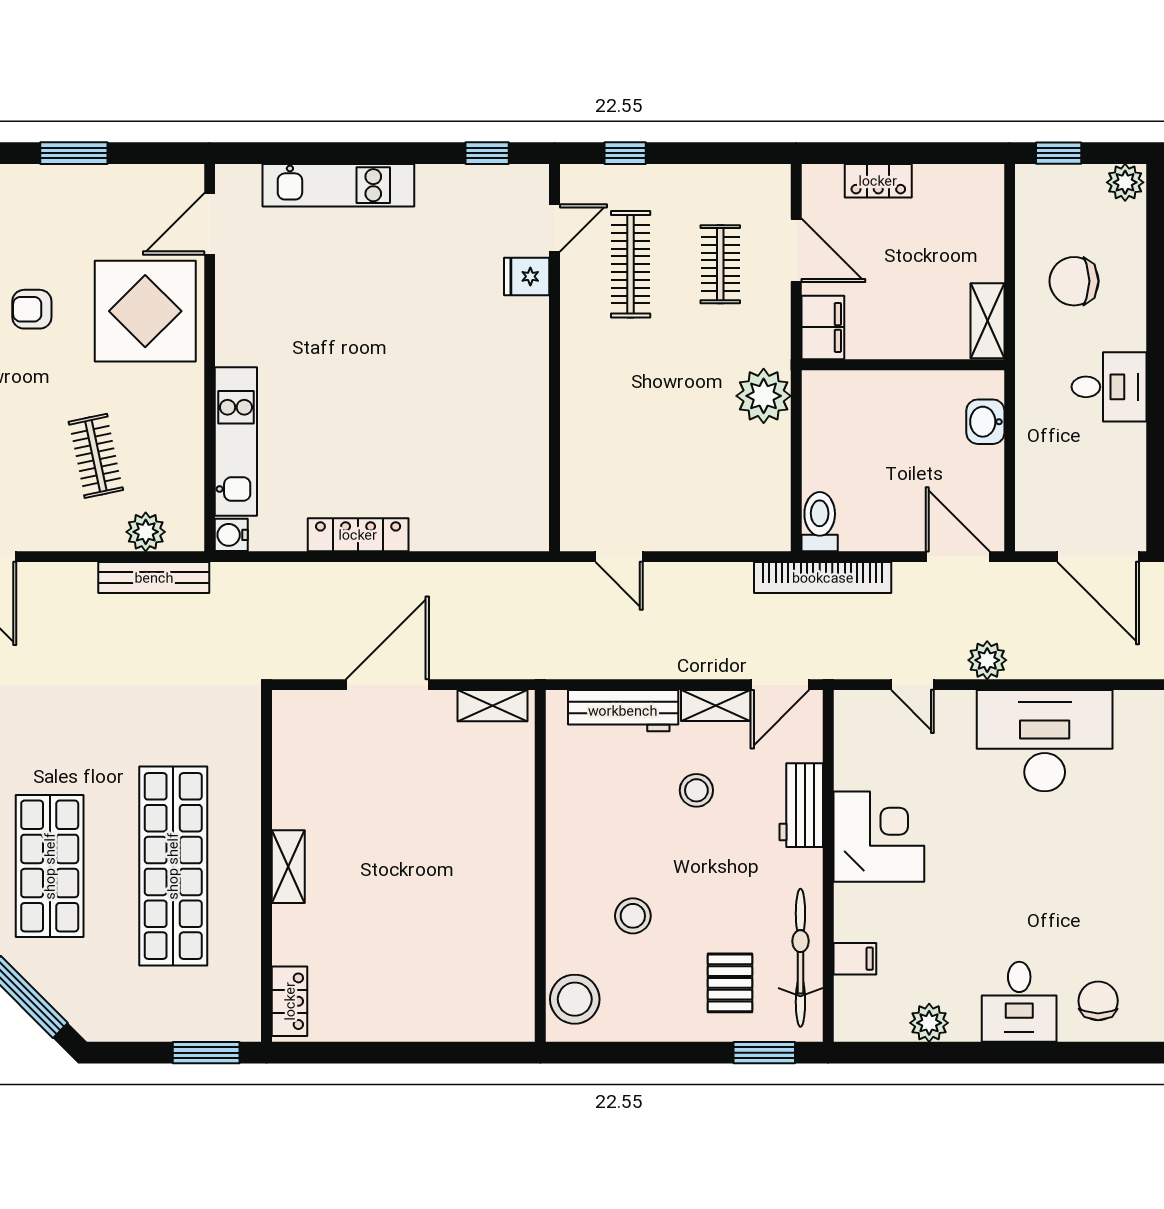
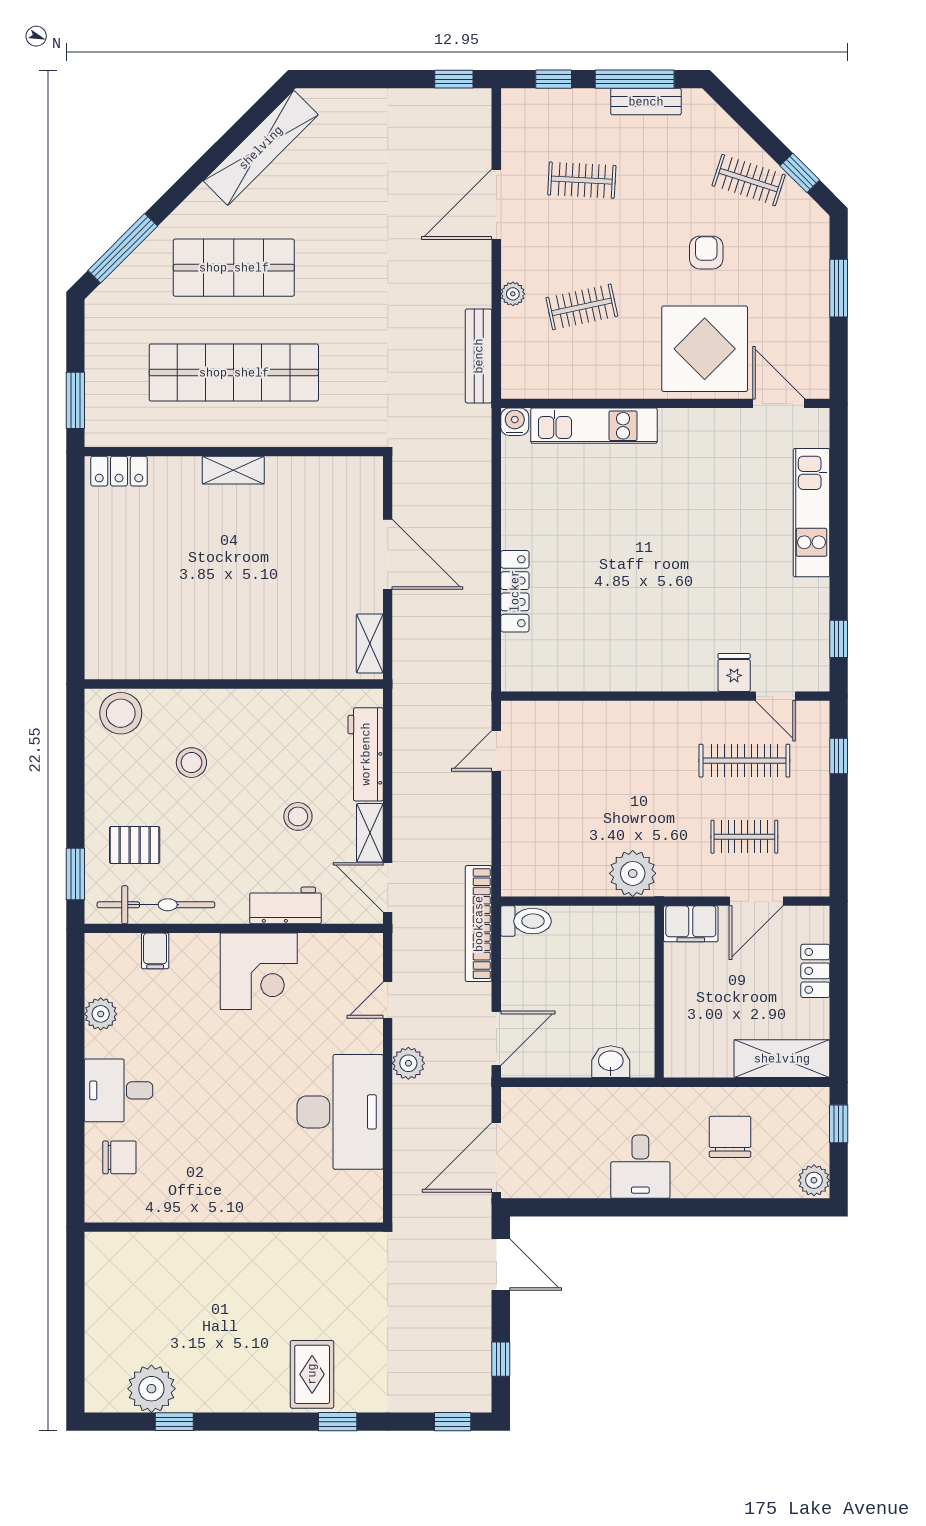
shelving: (987, 321) -> (782, 1059), moved, width x1.50, depth x1.33
plant: (146, 532) -> (513, 294), moved, width x0.73, depth x0.73
locker: (358, 535) -> (515, 591), moved

